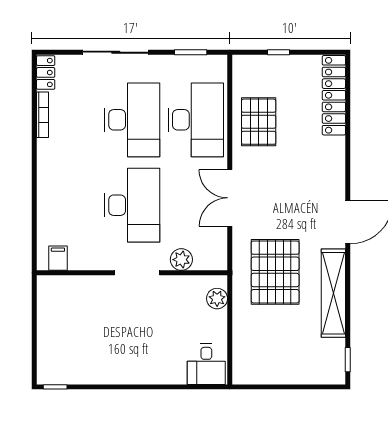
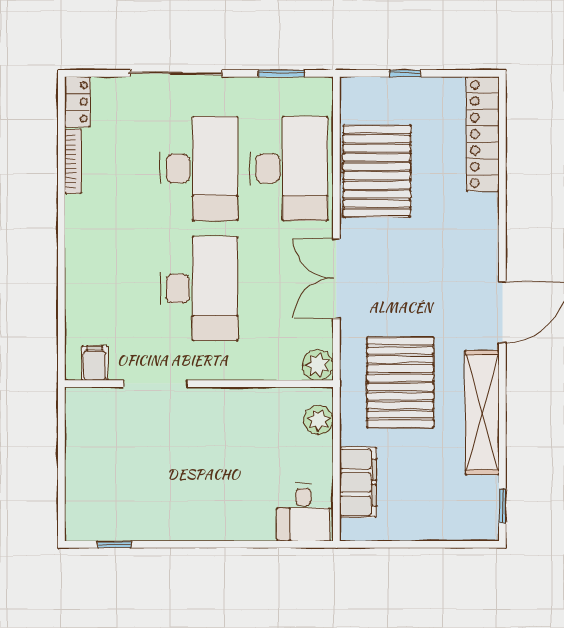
pallet: (259, 122) -> (377, 171), width x1.37, depth x1.41
plant: (181, 260) -> (318, 365), moved
doorway: (137, 273) -> (155, 384), moved
filing cabinet: (245, 343) -> (358, 482), added
window: (55, 387) -> (115, 544), moved

